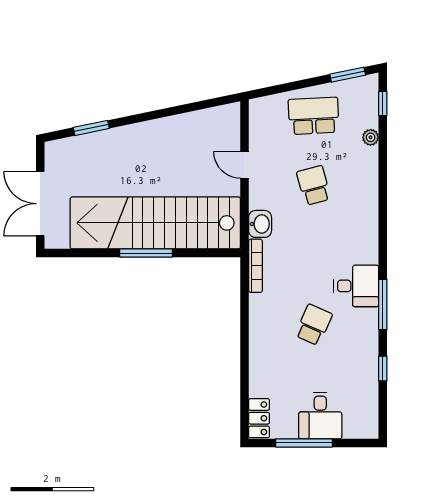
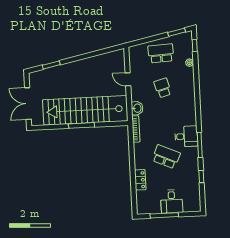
school desk: (314, 325) -> (166, 157), width x1.85
locker: (259, 418) -> (140, 180), moved

